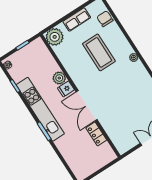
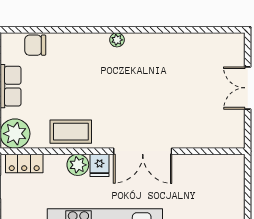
coffee table: (99, 52) -> (71, 132), moved, width x0.73, depth x0.76
locker: (96, 134) -> (24, 163), moved

